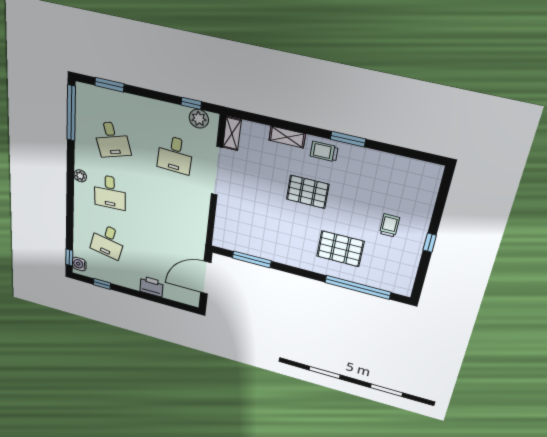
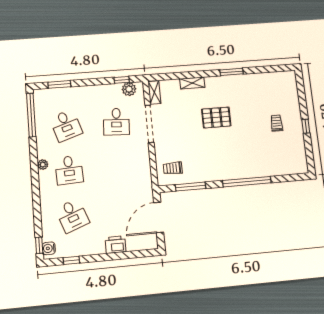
trolley: (324, 151) -> (173, 168), moved
desk: (108, 241) -> (72, 216), turned -33
pallet: (340, 249) -> (250, 153), removed
window: (358, 287) -> (247, 182), moved

